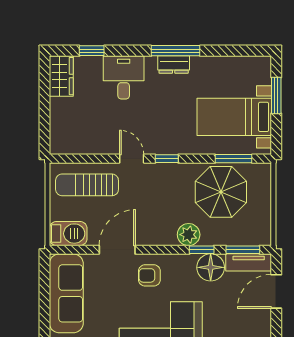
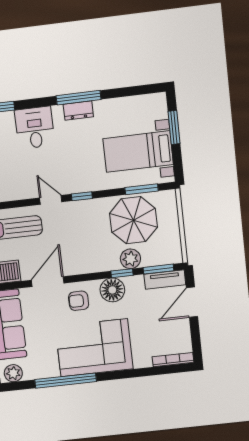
plant: (189, 235) -> (130, 259), moved
floor lamp: (211, 267) -> (112, 290), moved

